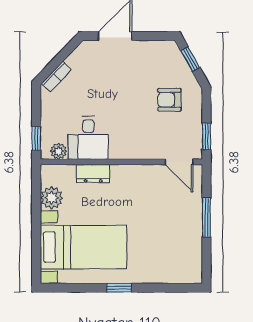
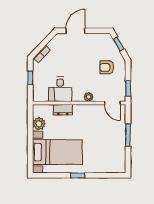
window: (36, 138) -> (30, 78), moved
plant: (58, 151) -> (89, 97), moved

